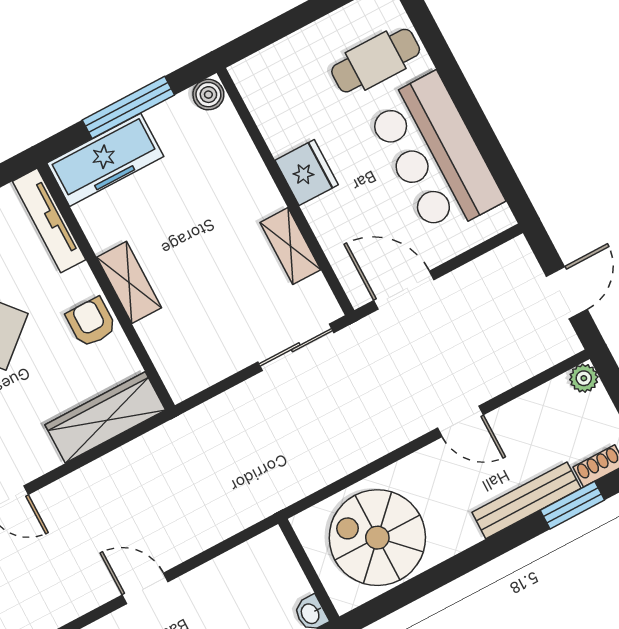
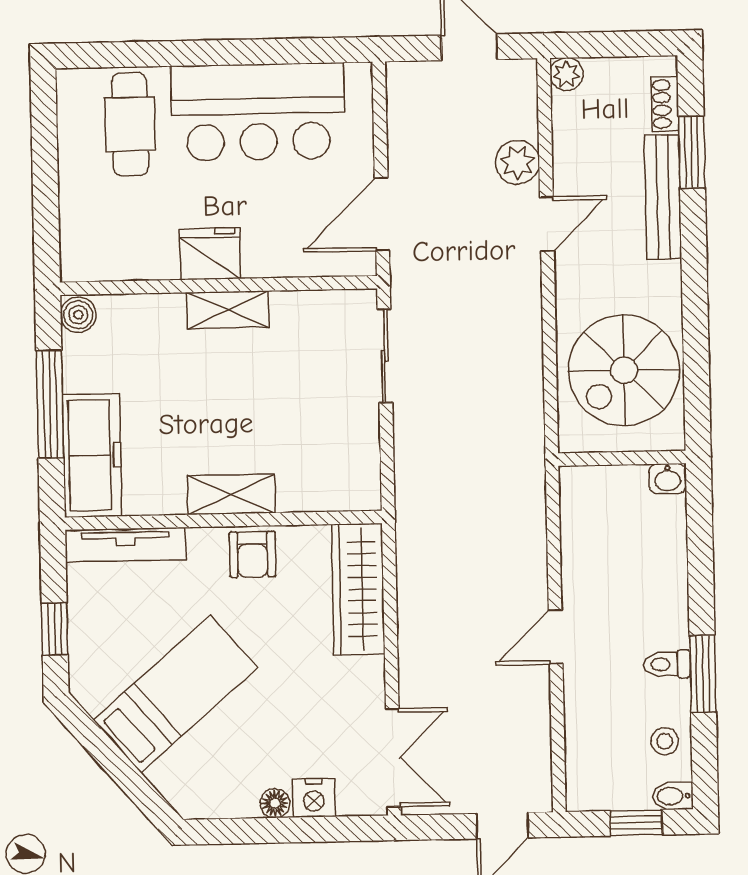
shelving: (290, 246) -> (228, 310), moved
armchair: (91, 322) -> (253, 554), turned -90
plant: (497, 375) -> (517, 162), added

